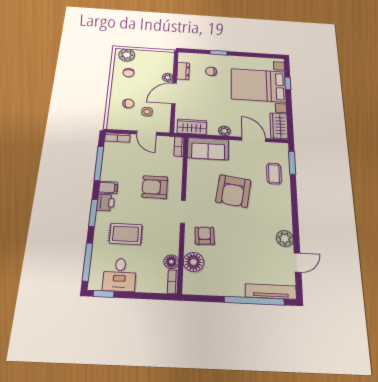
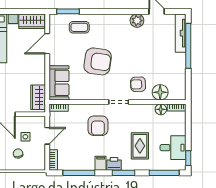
plant: (224, 131) -> (40, 69), removed

